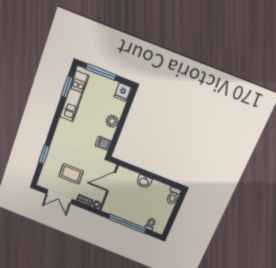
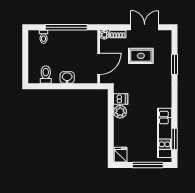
plant: (112, 121) -> (120, 112), moved
toilet: (173, 196) -> (46, 75), moved

